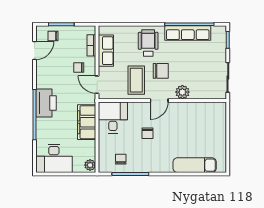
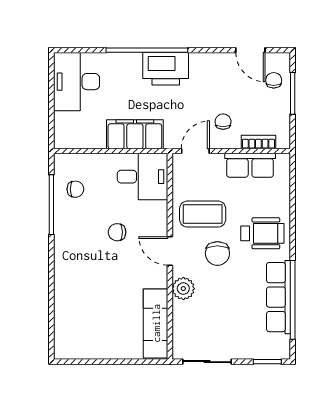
plant: (90, 165) -> (66, 140), removed
exam couch: (195, 165) -> (156, 323), moved, turned 180

